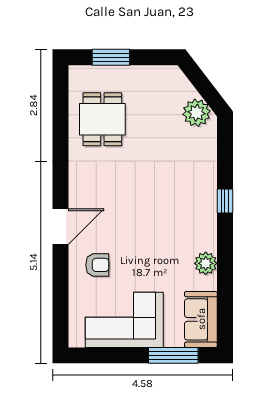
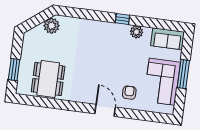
dining table: (102, 119) -> (48, 79), width x1.38
window: (225, 201) -> (122, 19), moved
window: (173, 355) -> (183, 74), moved

